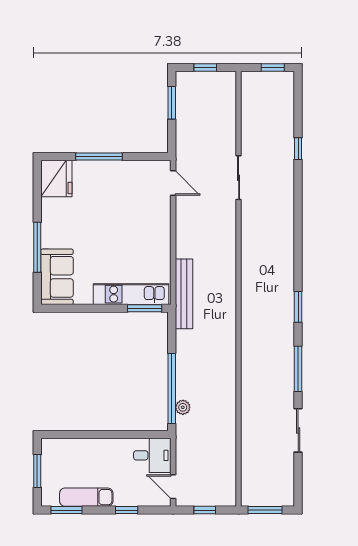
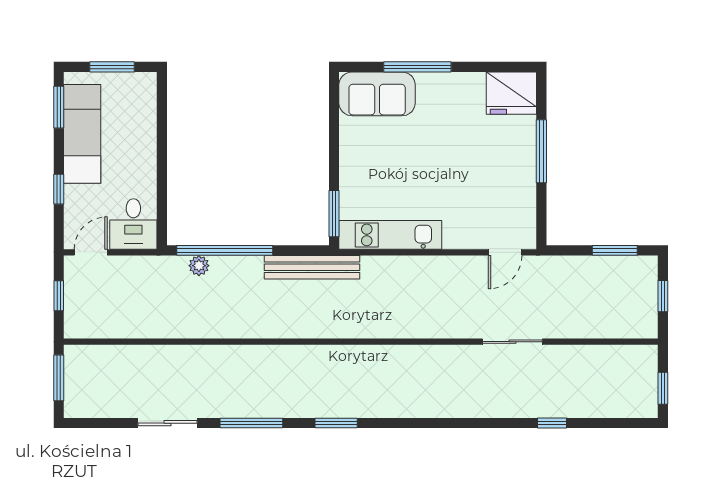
kitchen unit: (131, 294) -> (390, 235), moved, turned -90
bench: (184, 294) -> (312, 267), moved
exam couch: (86, 497) -> (82, 134), width x1.36, depth x1.45

